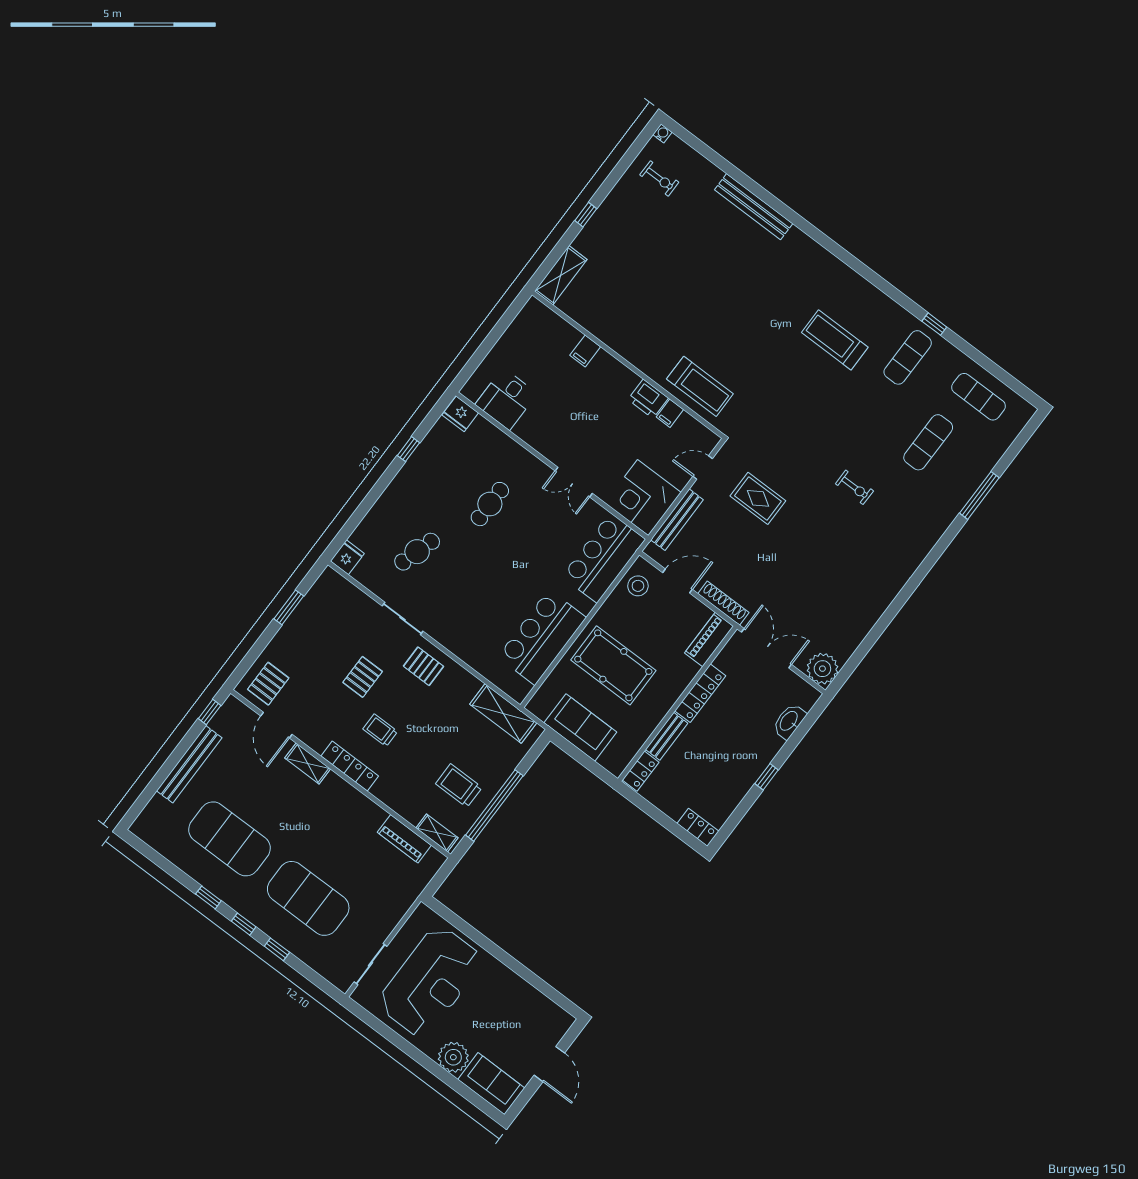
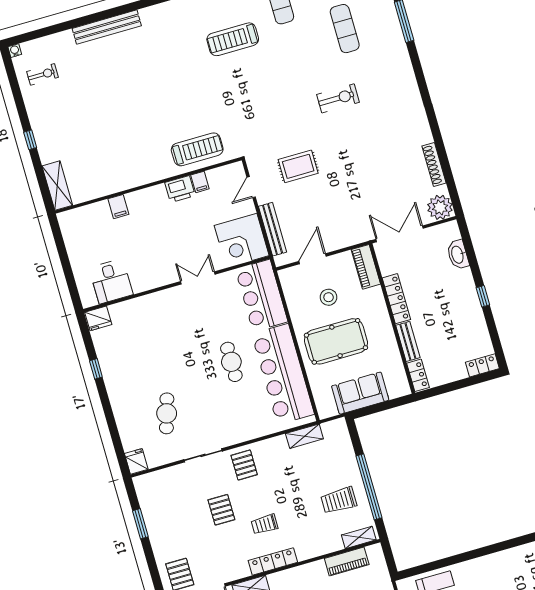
double door: (574, 482) -> (198, 278), swing flipped
exercise bike: (854, 487) -> (338, 98), width x1.38, depth x1.39
cafe table: (490, 504) -> (231, 362), moved
stool: (638, 586) -> (329, 297), moved
shoe rack: (723, 603) -> (434, 164), moved, turned -90
bar counter: (542, 637) -> (283, 374), width x1.36
pallet: (424, 666) -> (244, 465), turned 90
shelving: (503, 714) -> (304, 436), width x0.67, depth x0.75

